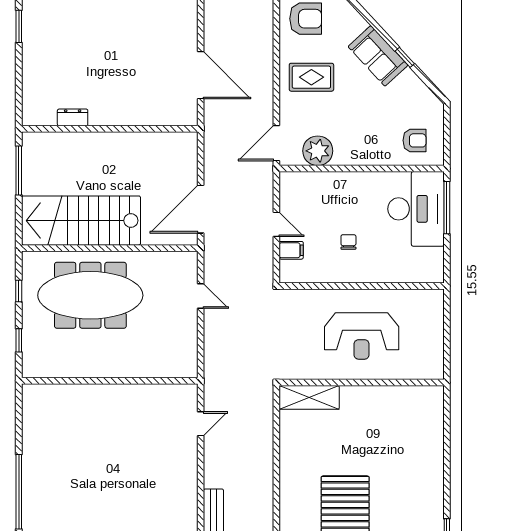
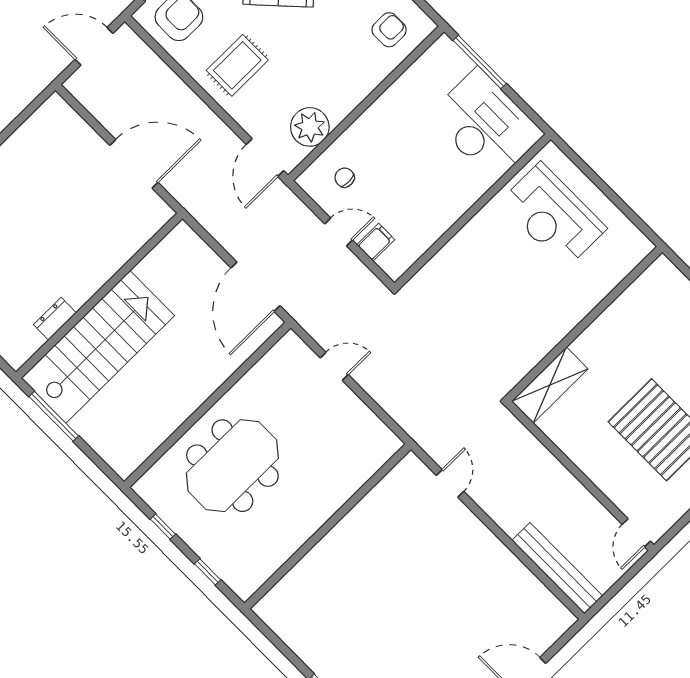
desk: (416, 209) -> (486, 125), moved
stairs: (81, 221) -> (98, 347), moved, turned 180
chair: (348, 242) -> (345, 178), moved
meeting table: (90, 295) -> (232, 466), width x0.73
reception desk: (362, 336) -> (553, 216), moved, turned 90
wall: (362, 383) -> (584, 324), moved
shelving: (309, 397) -> (550, 385), moved

